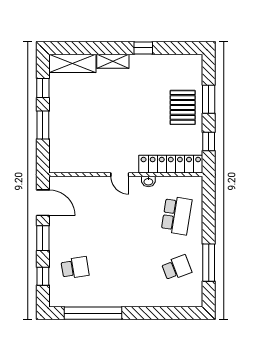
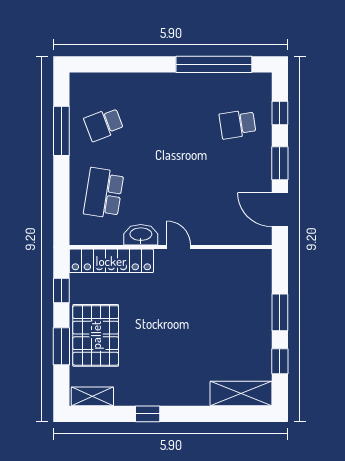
shelving: (113, 61) -> (92, 396), moved
pallet: (183, 107) -> (96, 335), width x1.37, depth x1.41
washbasin: (148, 181) -> (141, 235), width x1.91, depth x1.45

